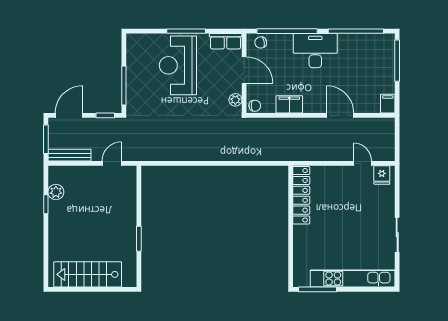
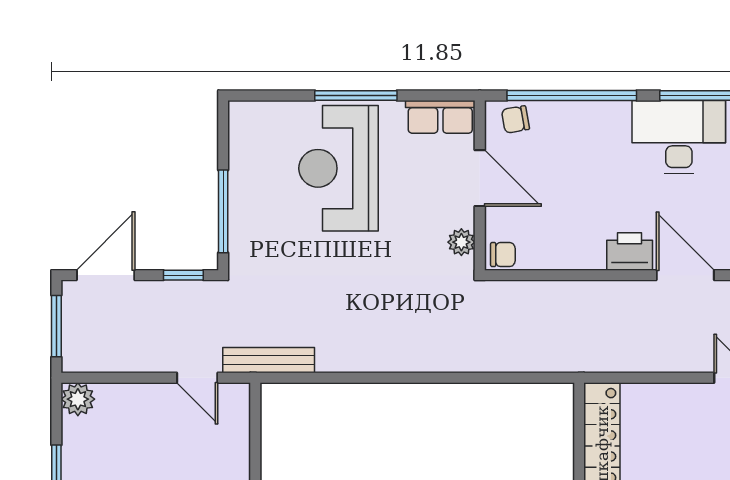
desk: (315, 51) -> (679, 137), moved
filing cabinet: (289, 104) -> (576, 252), removed
printer: (314, 104) -> (630, 251), added
bench: (70, 155) -> (269, 360), moved
door: (112, 163) -> (197, 378), swing flipped
plant: (56, 192) -> (78, 399), moved

